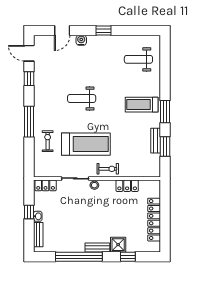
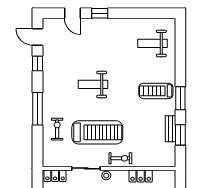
door: (62, 31) -> (72, 13), hinge flipped
window: (104, 31) -> (100, 13), moved
water cooler: (81, 40) -> (93, 23), removed

